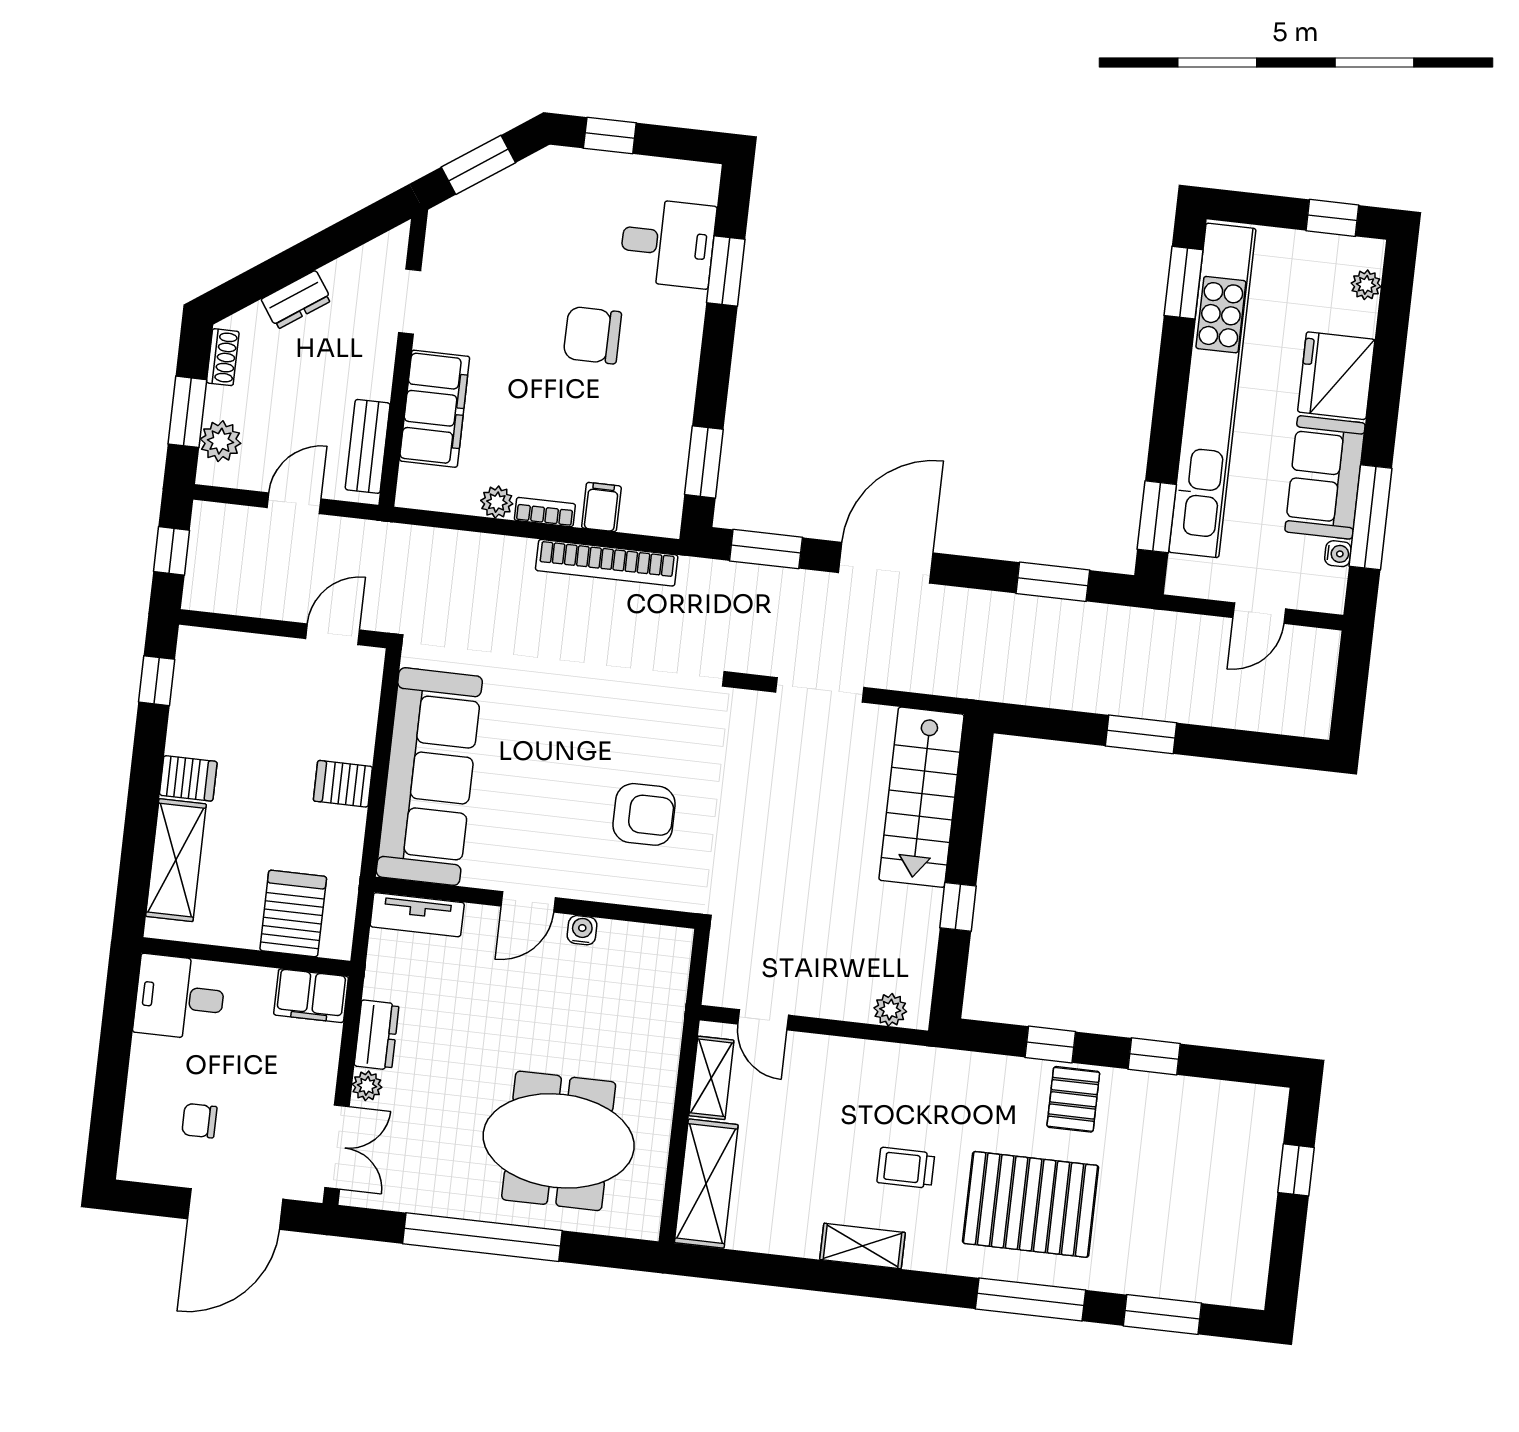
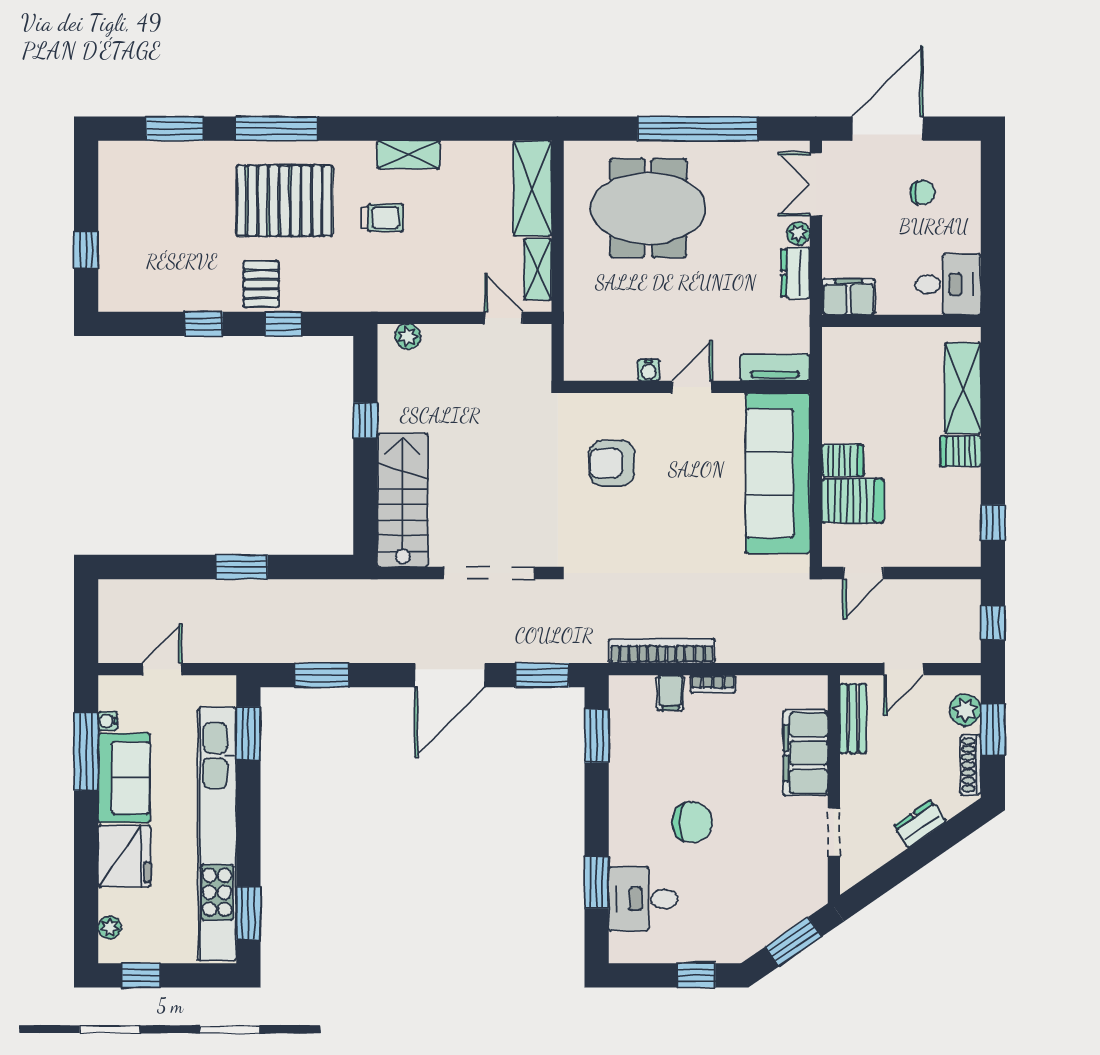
shoe rack: (223, 357) -> (971, 765), width x1.43
plant: (497, 502) -> (750, 687), removed
doorway: (820, 690) -> (489, 573), width x1.36
server rack: (293, 913) -> (853, 501), moved, turned -90

